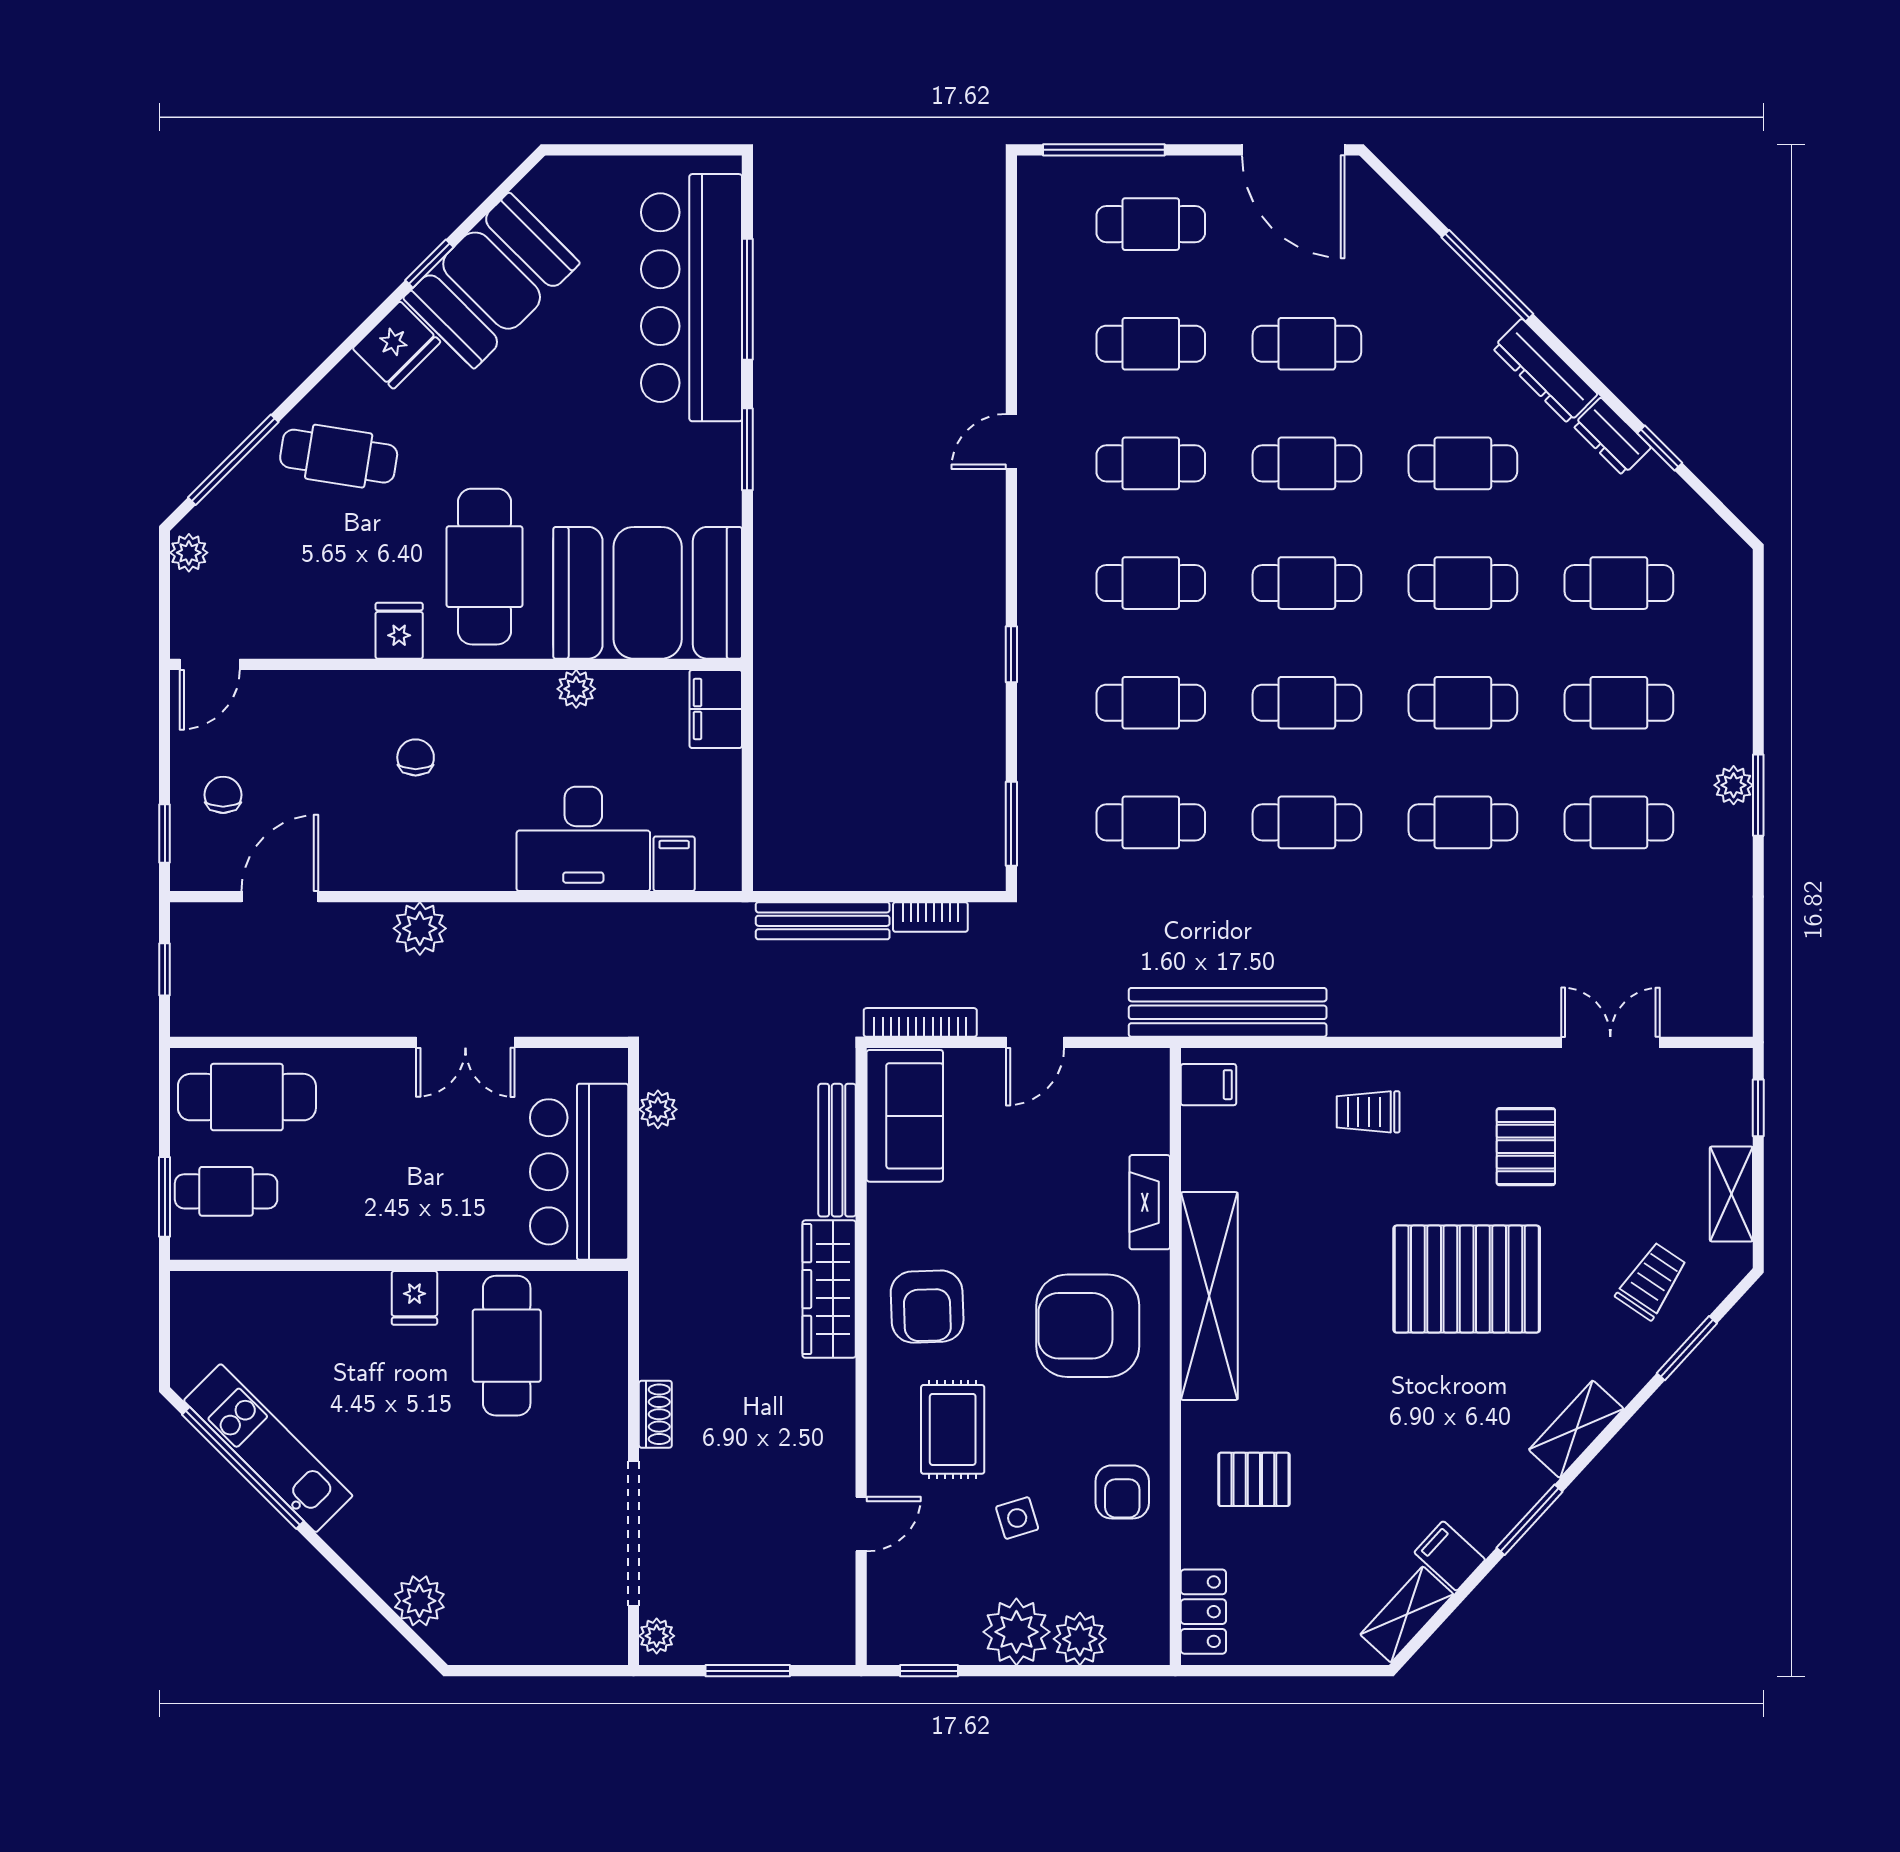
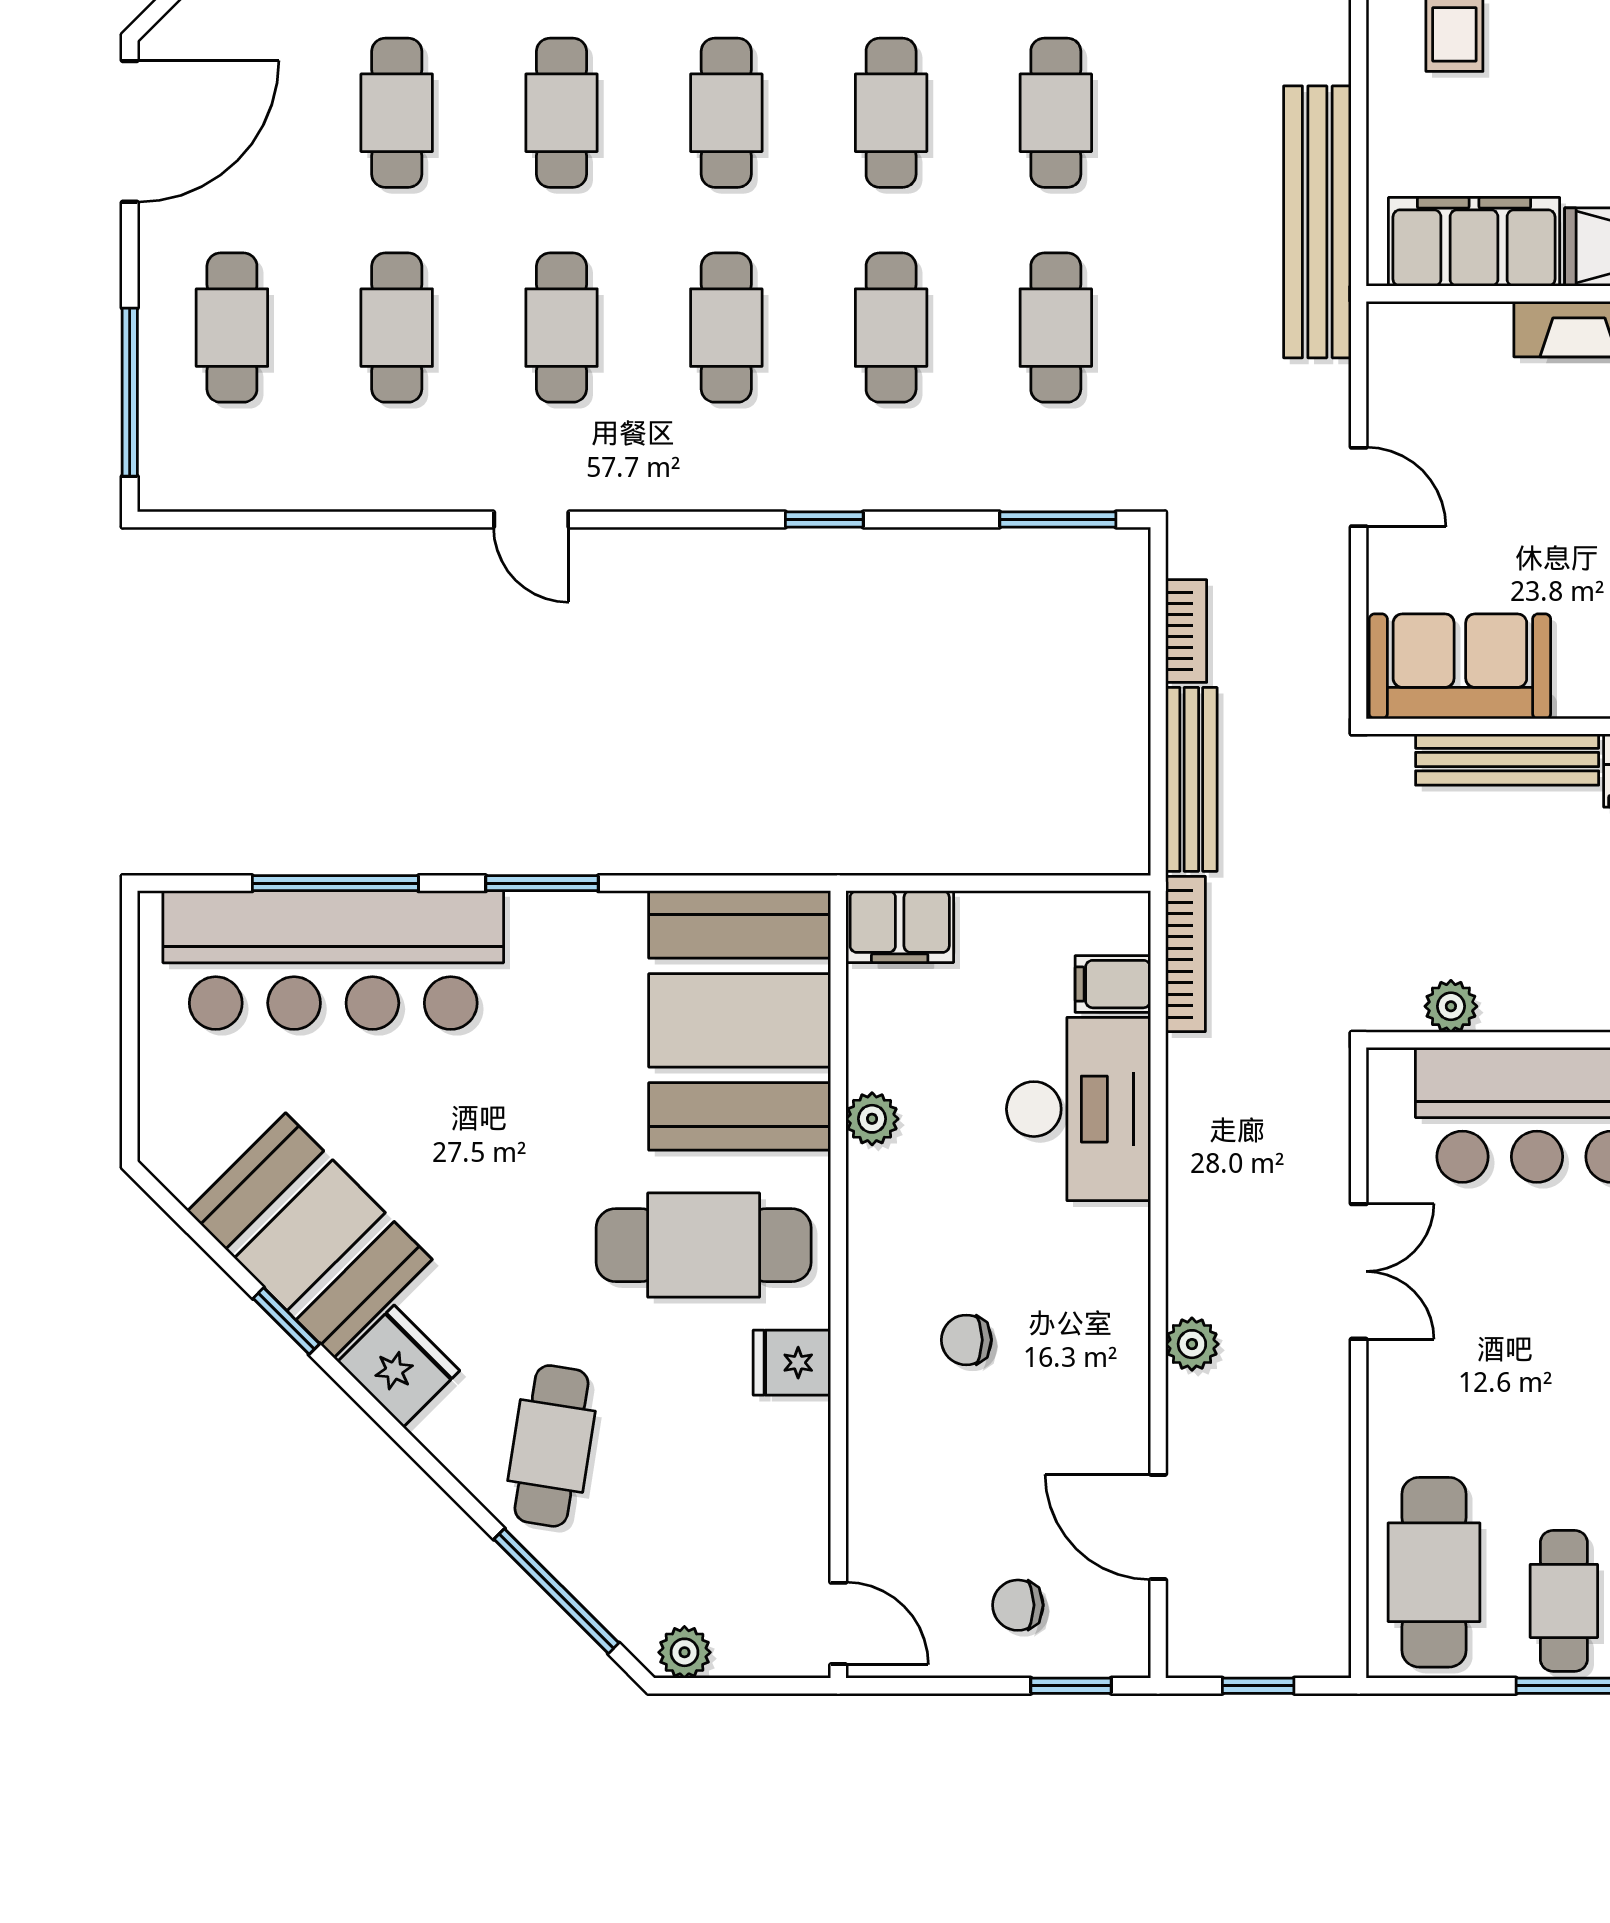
plant: (420, 928) -> (1192, 1344), width x0.73, depth x0.73
bookcase: (920, 1022) -> (1185, 954), moved, turned 180
filing cabinet: (1208, 1085) -> (1474, 242), width x3.00, depth x1.17

